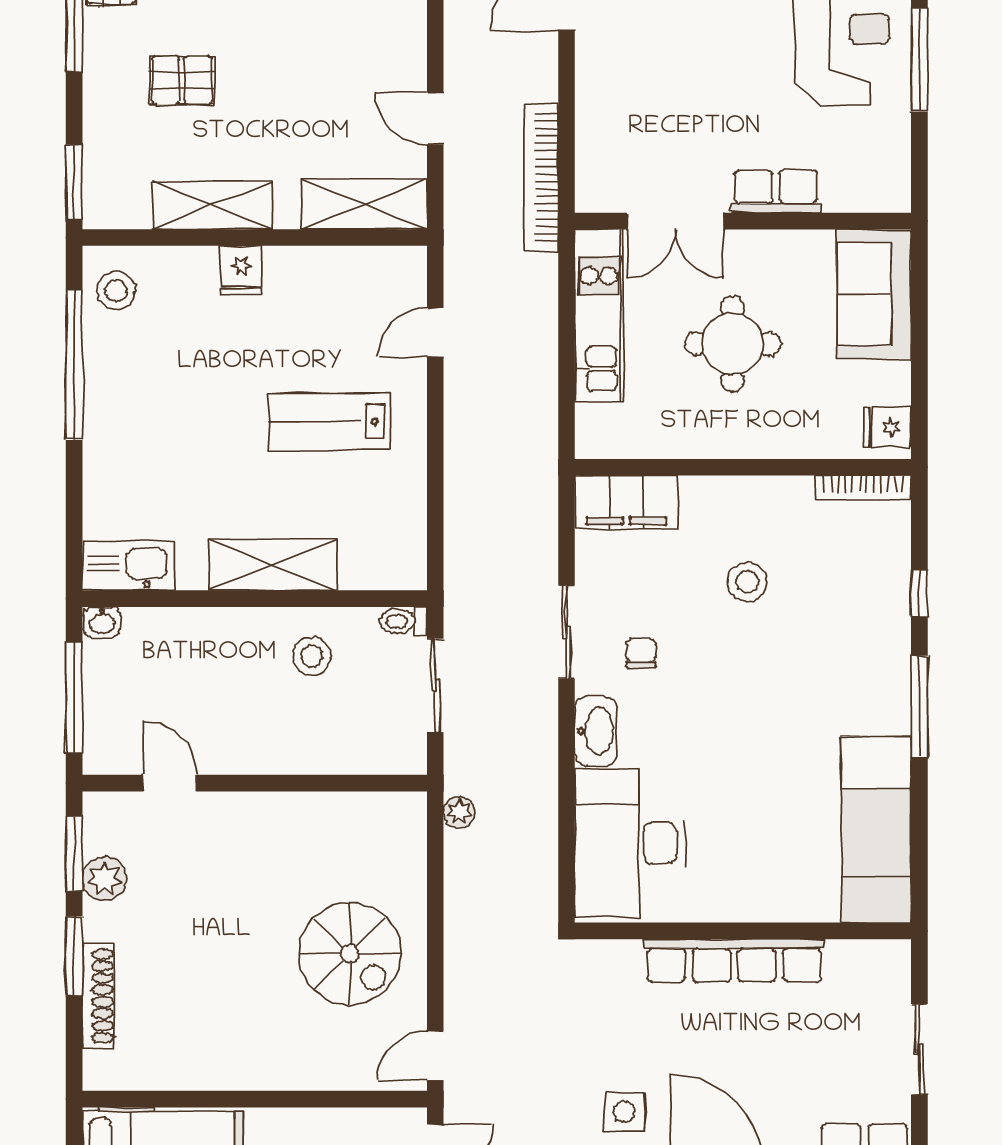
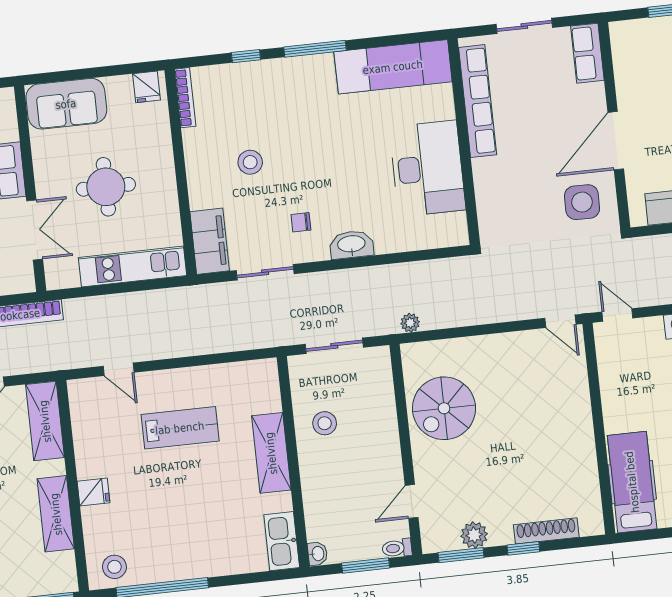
kitchen unit: (599, 315) -> (133, 267), moved
lab bench: (330, 422) -> (180, 428), turned -90
toilet: (403, 621) -> (397, 548), moved, turned 90
sliding door: (567, 632) -> (265, 272), moved
window: (74, 698) -> (366, 566), width x0.69
desk: (630, 843) -> (427, 168), moved, turned -90
spiral stairs: (350, 954) -> (444, 408), moved, turned 180
window: (74, 956) -> (523, 548), width x0.67
row of seats: (734, 961) -> (478, 101), moved
side table: (624, 1112) -> (582, 202), width x1.37, depth x1.37

